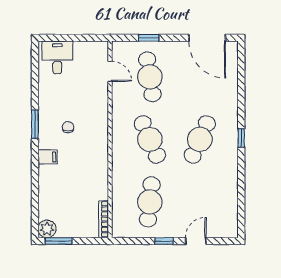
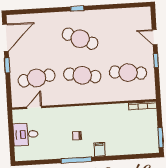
window: (149, 38) -> (7, 65), moved
desk: (57, 57) -> (26, 134), moved
window: (35, 124) -> (76, 160), width x1.44
cafe table: (150, 139) -> (82, 75), turned 33
plant: (47, 229) -> (152, 147), removed

